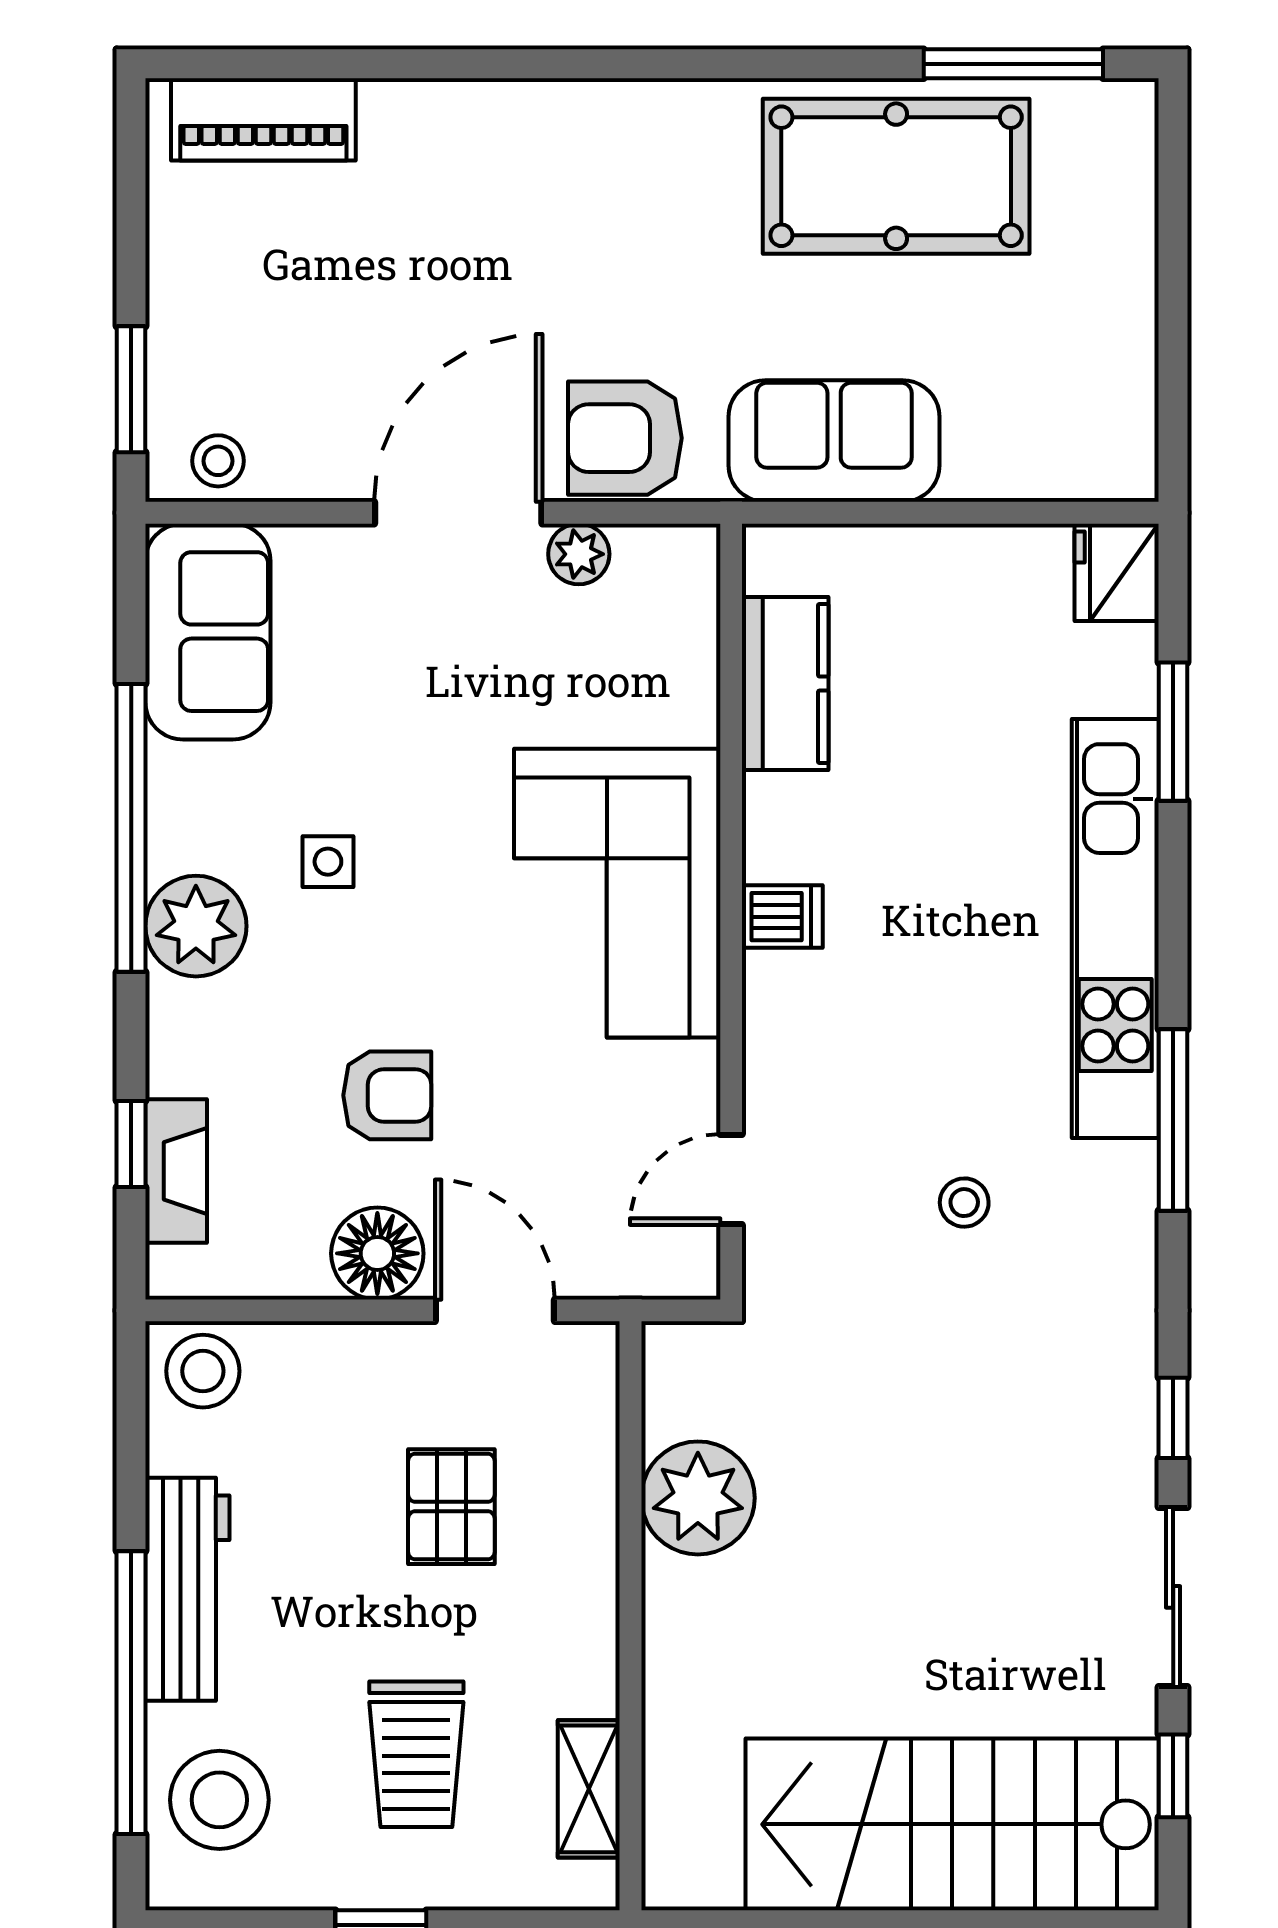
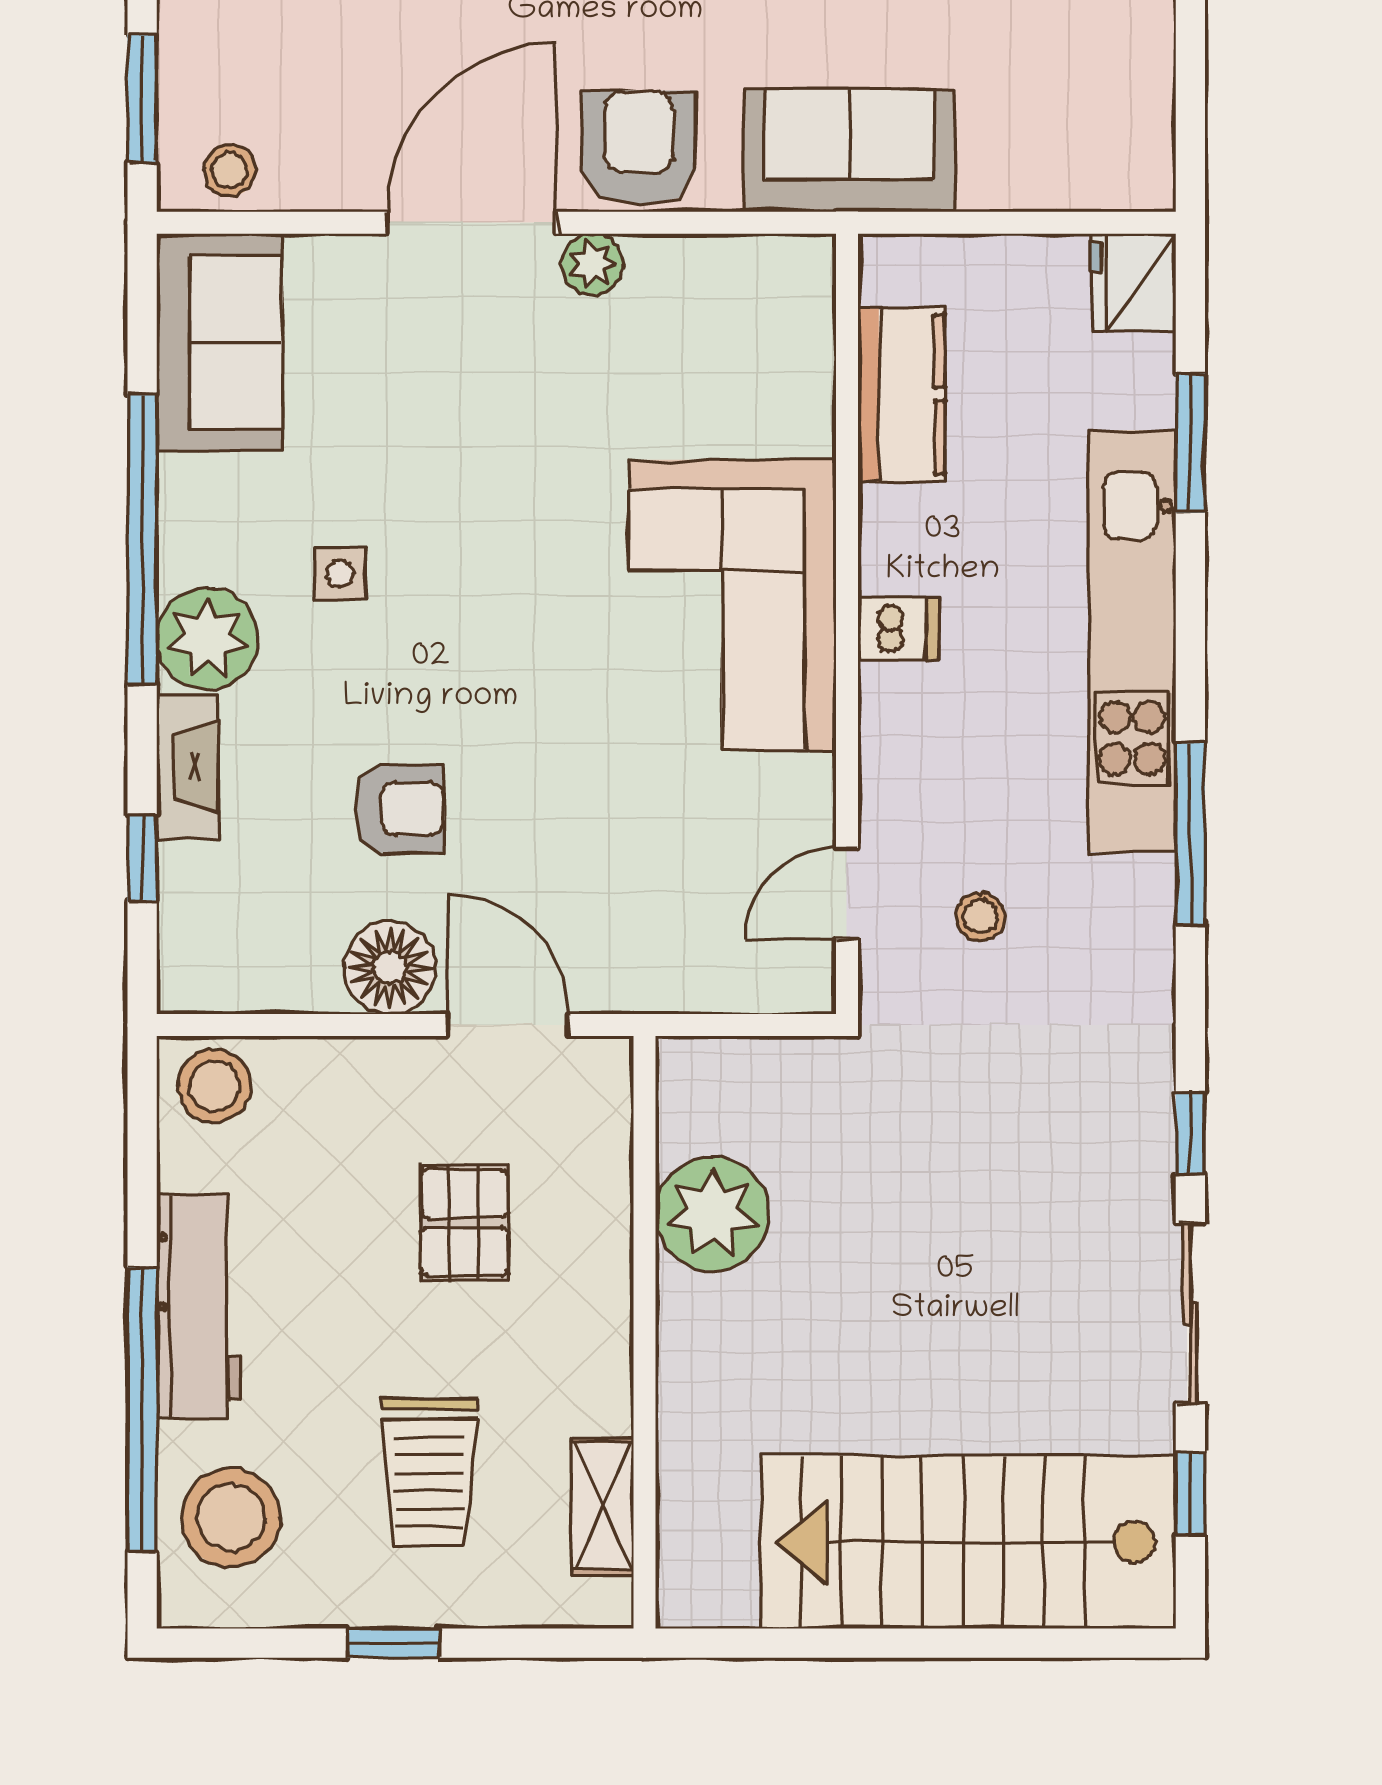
armchair: (625, 438) -> (639, 148), turned 90
kitchen counter: (785, 684) -> (901, 394), moved
corner sofa: (617, 893) -> (732, 605), moved
wall: (731, 912) -> (847, 624), moved
dishwasher: (782, 917) -> (898, 629), moved
fireplace: (176, 1171) -> (188, 767), moved
door: (731, 1179) -> (847, 893), moved

